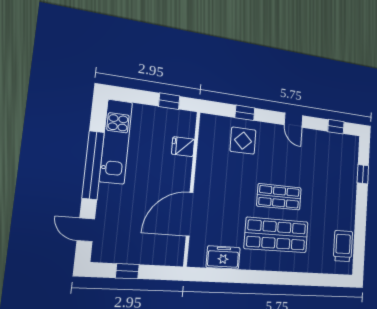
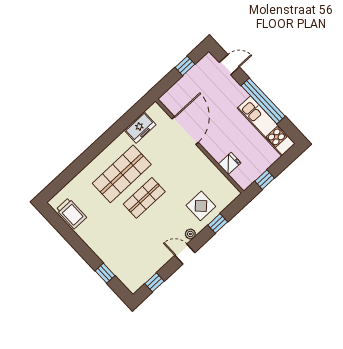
plant: (274, 130) -> (190, 234), added

